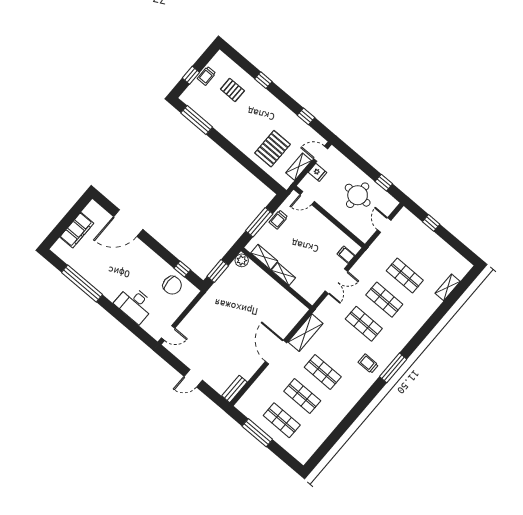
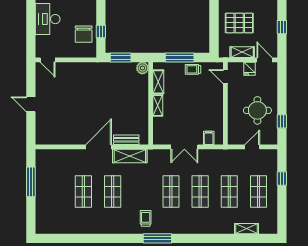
bench: (235, 389) -> (126, 140), moved
shop shelf: (282, 420) -> (258, 191), moved

